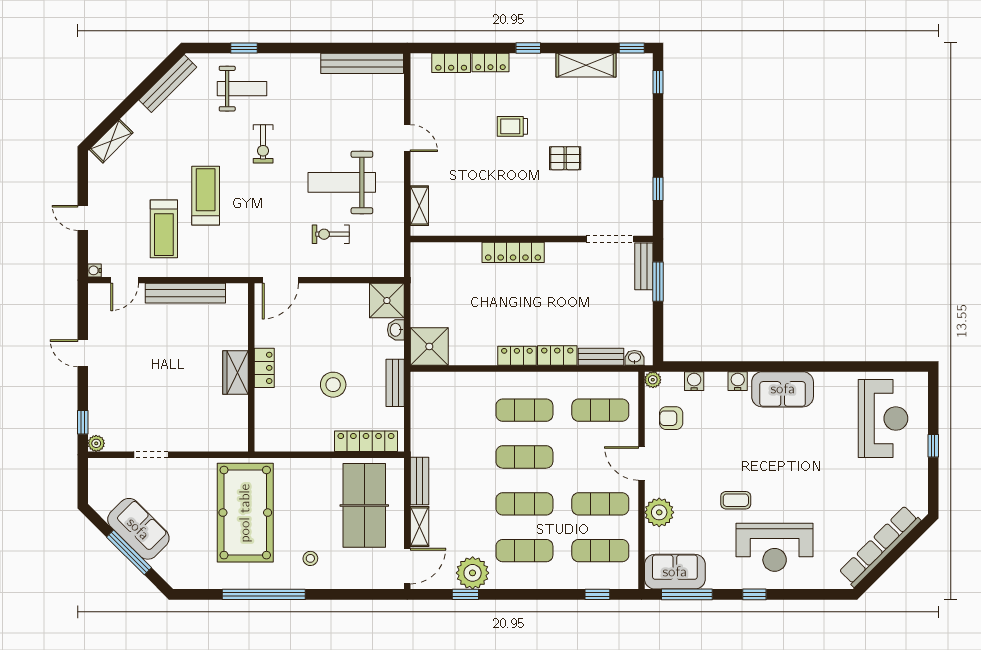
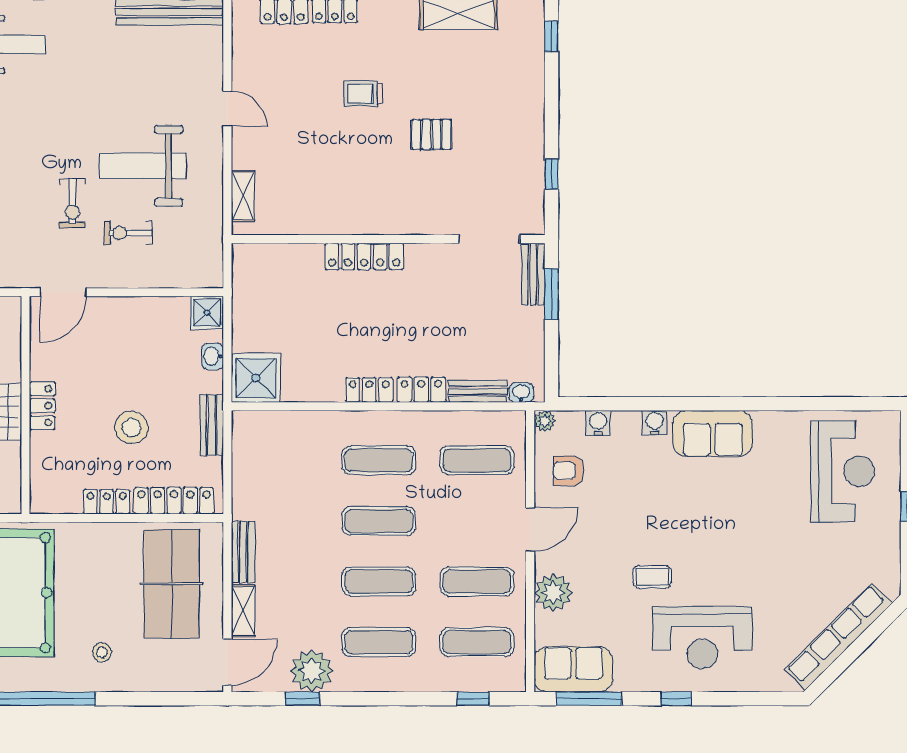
exercise bike: (263, 144) -> (72, 203), moved
shower: (387, 301) -> (207, 313), width x0.73, depth x0.73
locker: (314, 442) -> (107, 502), added
door: (641, 463) -> (530, 529), swing flipped

